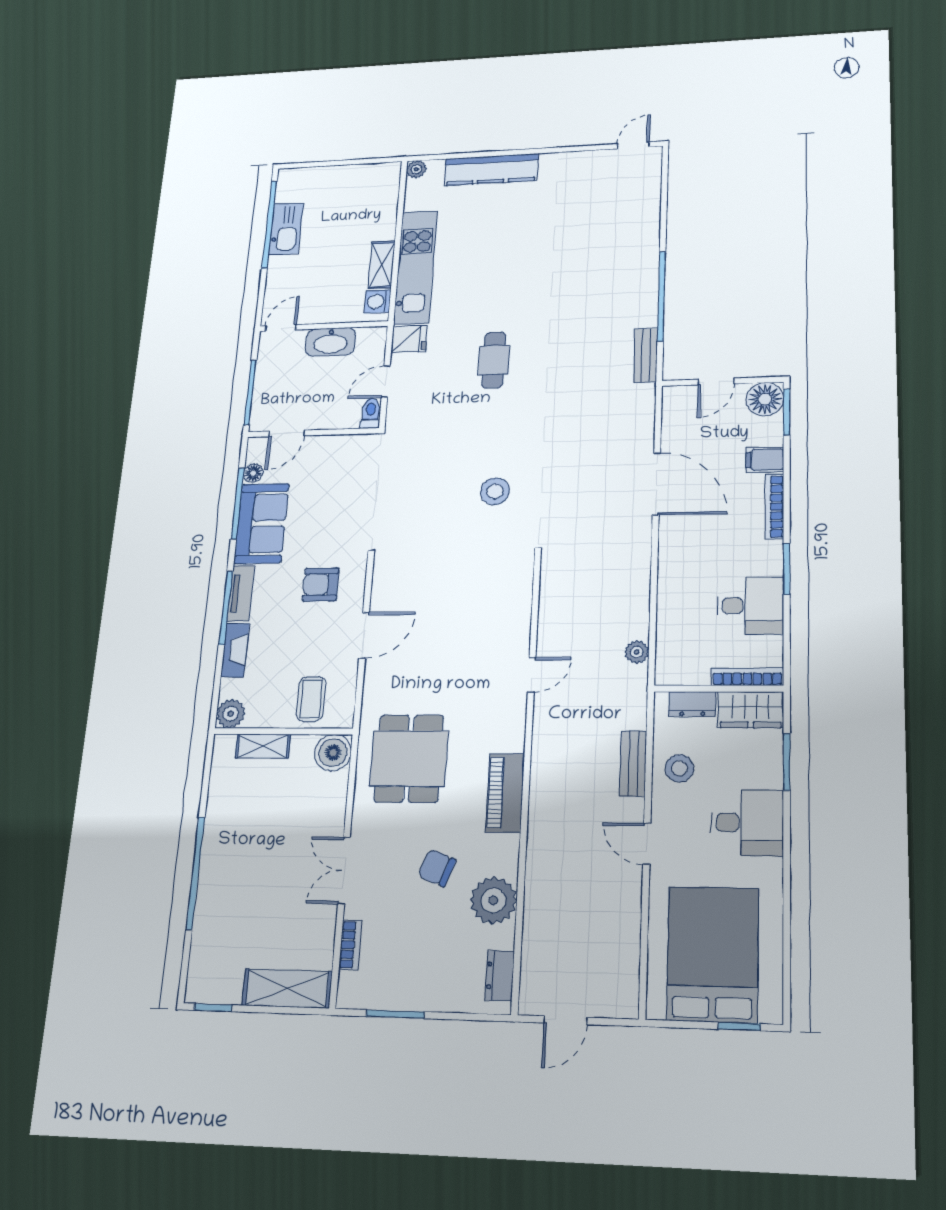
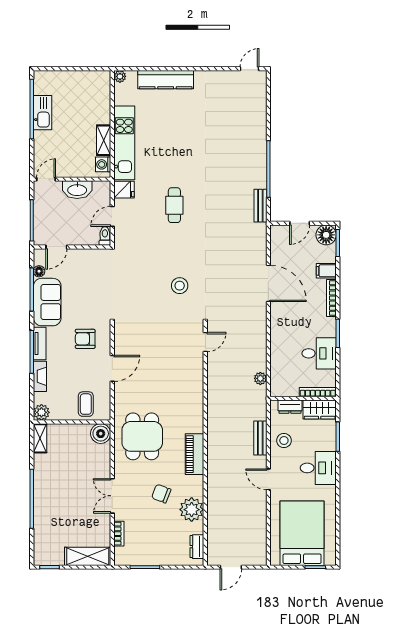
door: (532, 675) -> (205, 342), moved
shelving: (263, 746) -> (40, 438), moved, turned 90

